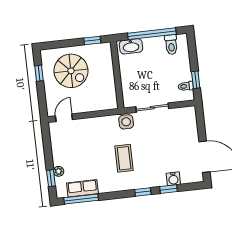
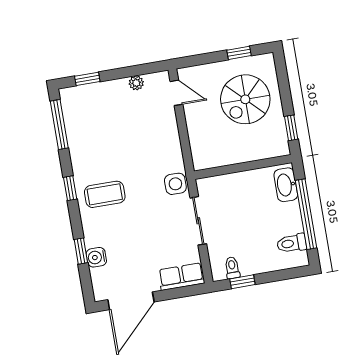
coffee table: (124, 158) -> (105, 194), moved
plant: (59, 171) -> (136, 83), moved
row of seats: (82, 188) -> (181, 277), moved, turned -90
window: (143, 192) -> (70, 188), moved

